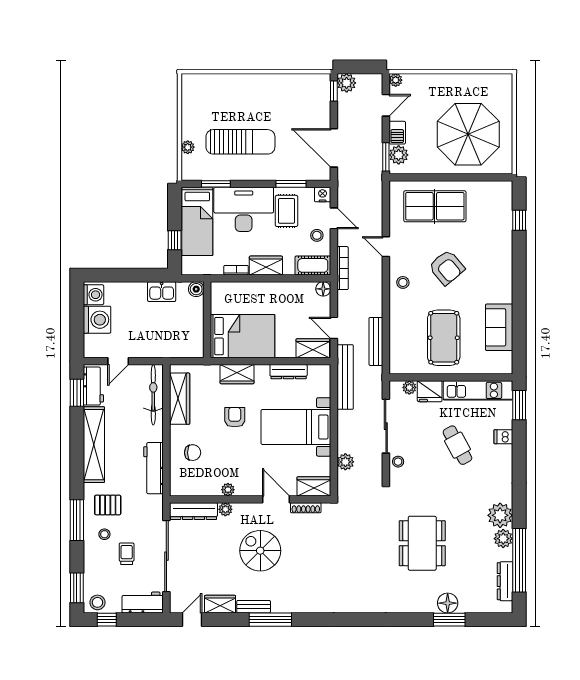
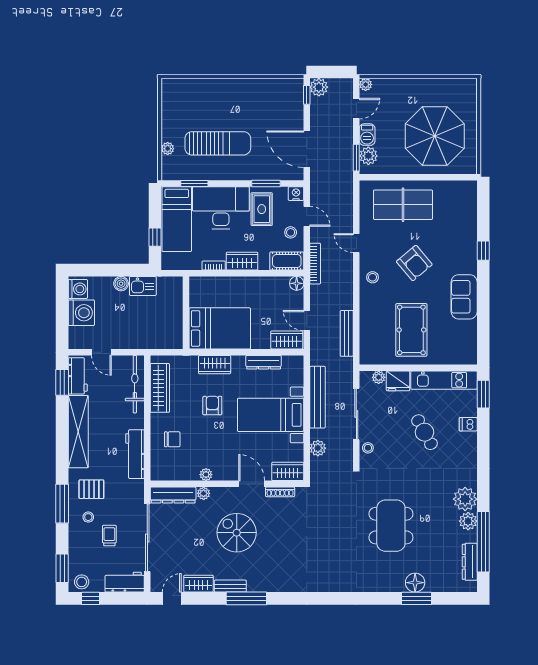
window: (519, 220) -> (483, 251), moved
boiler: (196, 289) -> (121, 284), moved
sofa: (499, 327) -> (464, 297), moved
door: (118, 361) -> (101, 352), hinge flipped
bench: (345, 377) -> (318, 397), moved

